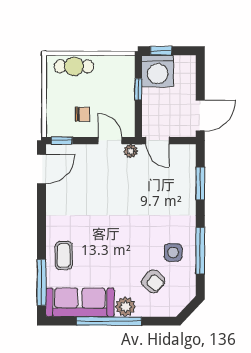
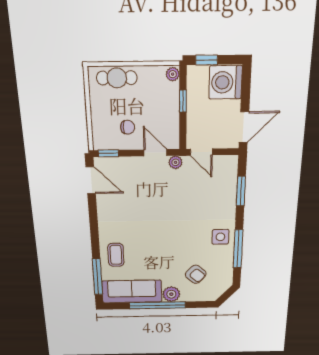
plant: (128, 64) -> (173, 74), added
washing machine: (158, 71) -> (226, 82), moved, turned 90
door: (42, 169) -> (91, 180), hinge flipped
side table: (173, 252) -> (220, 237), moved

